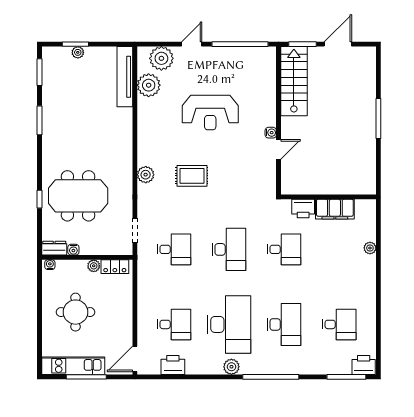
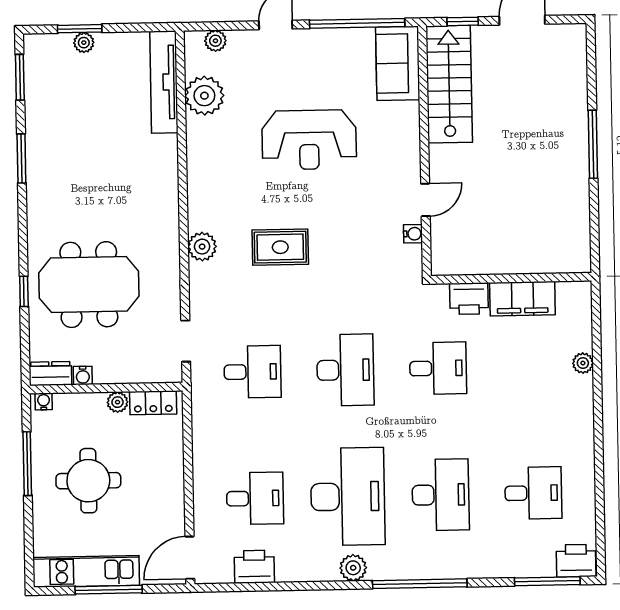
window: (303, 44) -> (463, 21), width x0.67
plant: (161, 58) -> (215, 41), width x0.53, depth x0.53
sofa: (264, 68) -> (398, 63), added
water cooler: (271, 133) -> (413, 234), moved
window: (39, 301) -> (27, 464), added

